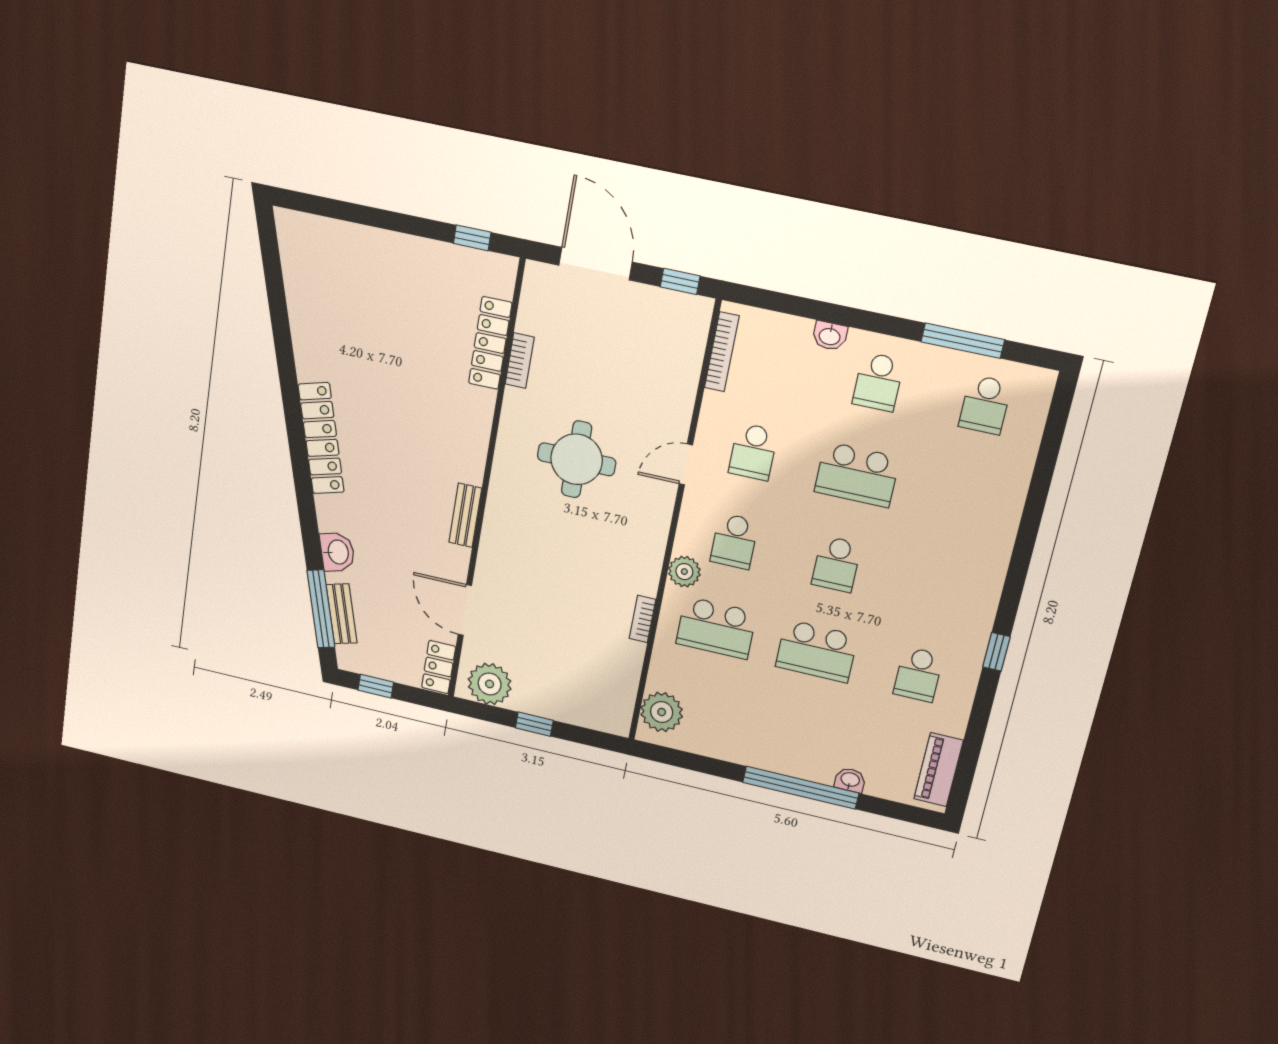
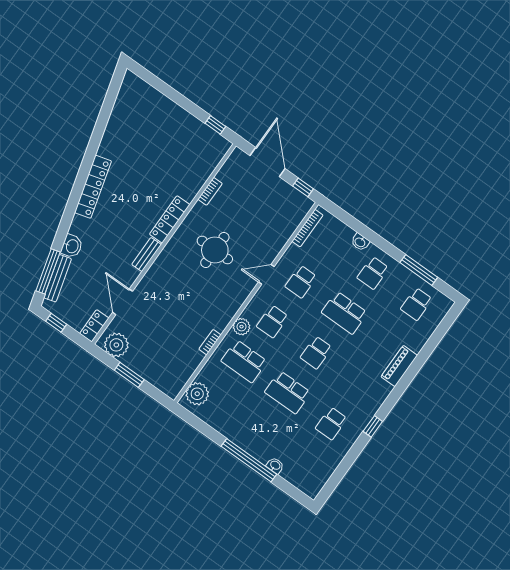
locker: (490, 343) -> (170, 219), moved
bench: (342, 614) -> (58, 278), width x1.36
window: (534, 724) -> (129, 375), width x1.50
piano: (939, 770) -> (399, 366), moved

